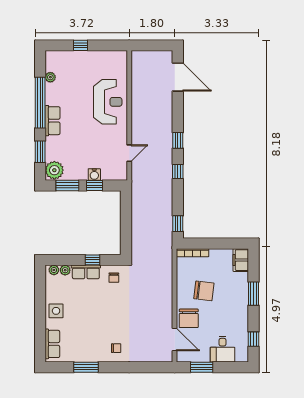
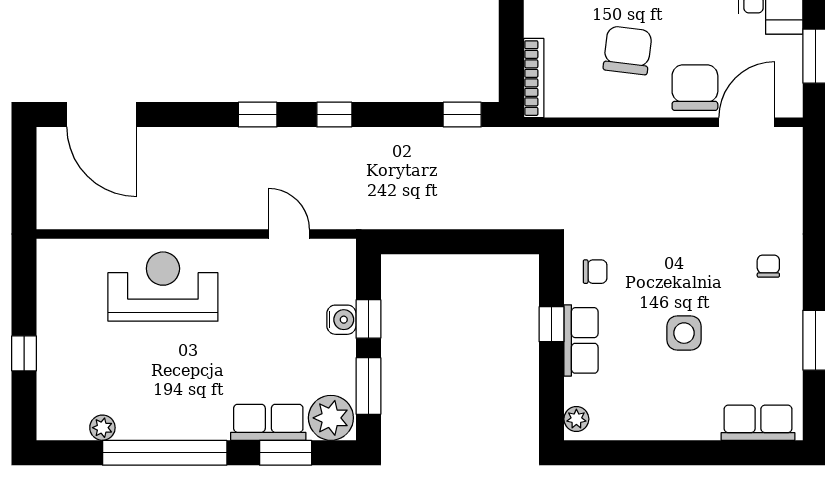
door: (178, 77) -> (102, 115), swing flipped
row of seats: (53, 121) -> (268, 422), moved
plant: (65, 270) -> (577, 391), removed
side table: (56, 311) -> (684, 333), moved
chair: (189, 318) -> (695, 88), turned -90

